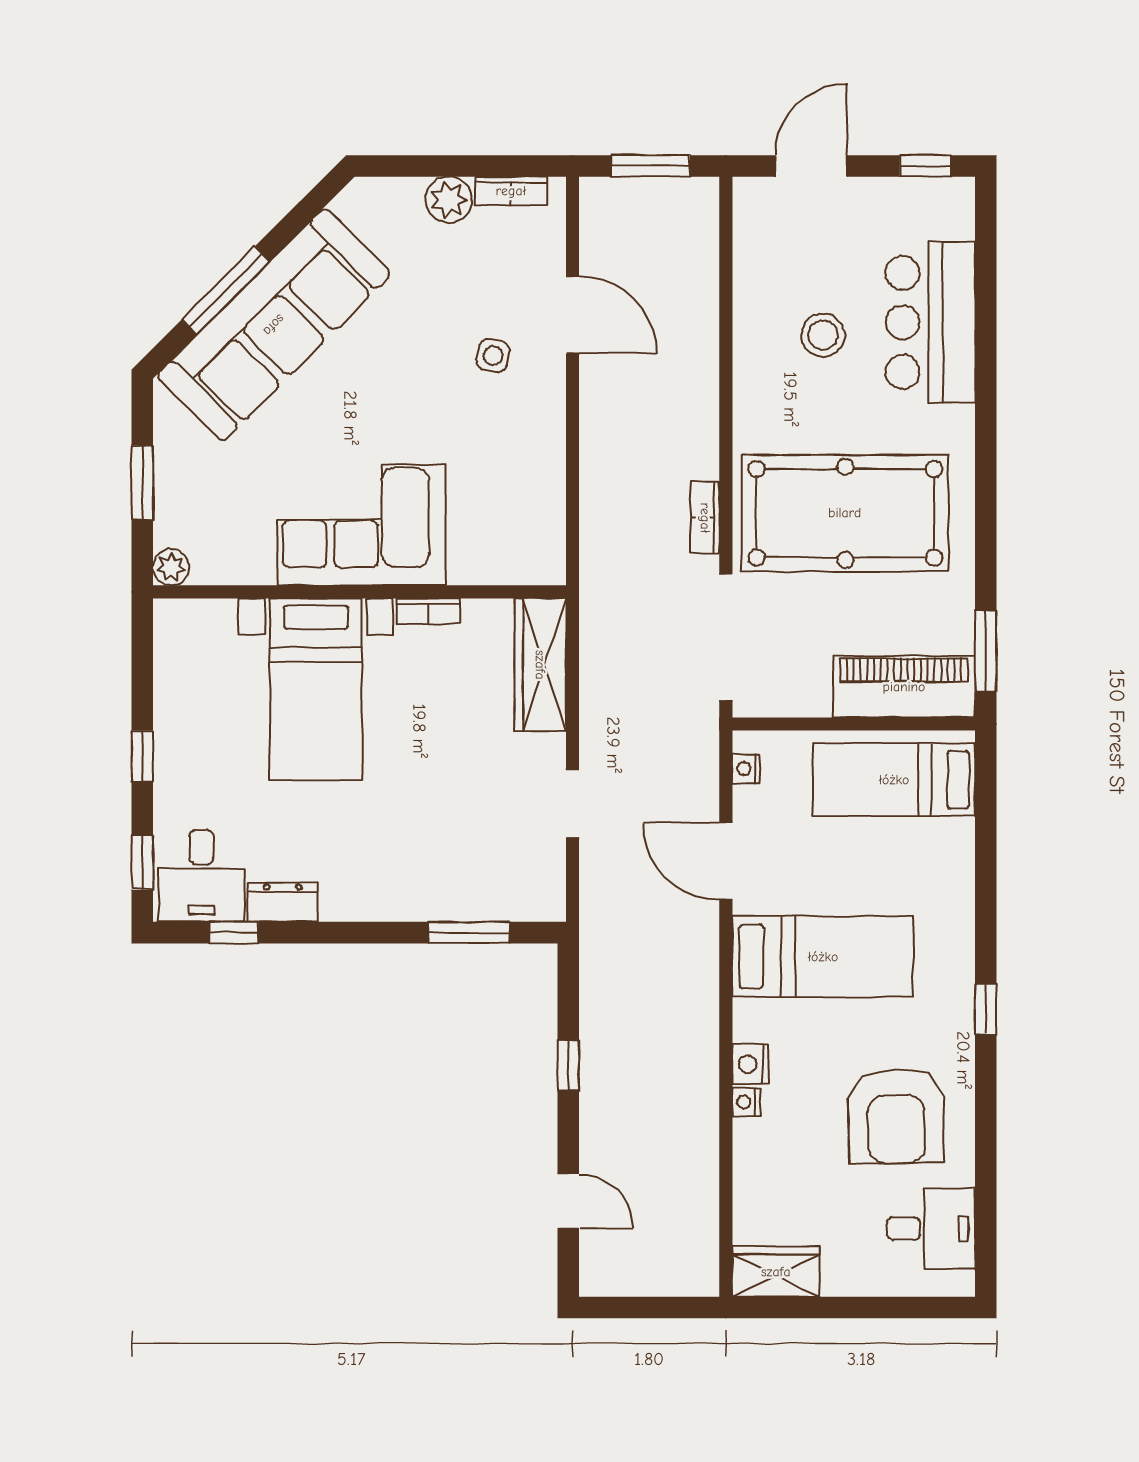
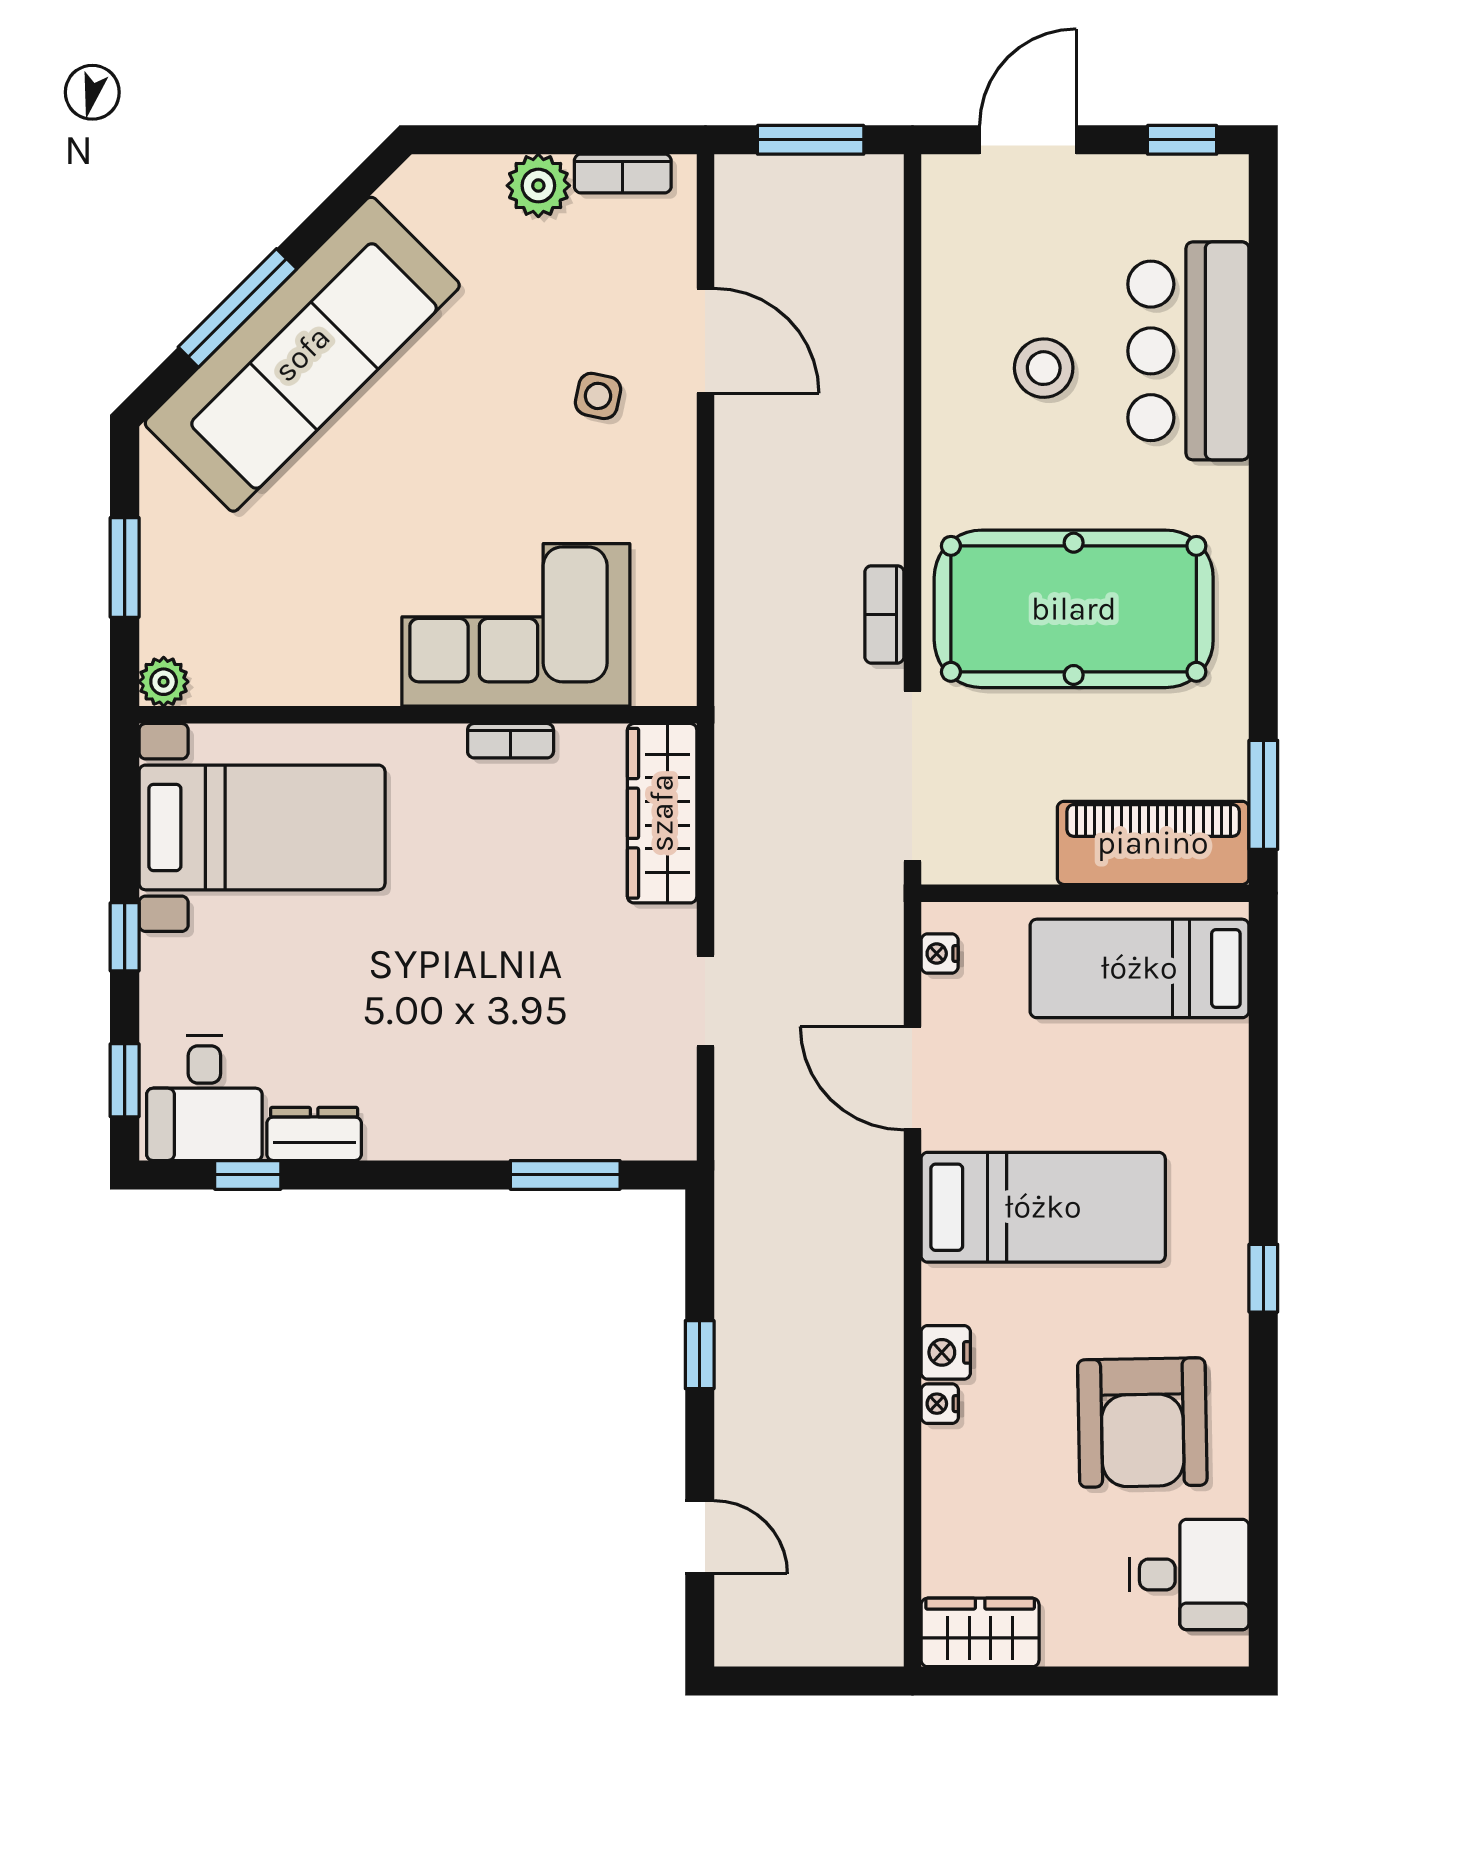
corner sofa: (361, 525) -> (516, 625), moved
bed with nightstands: (316, 689) -> (262, 827), moved, turned -90

